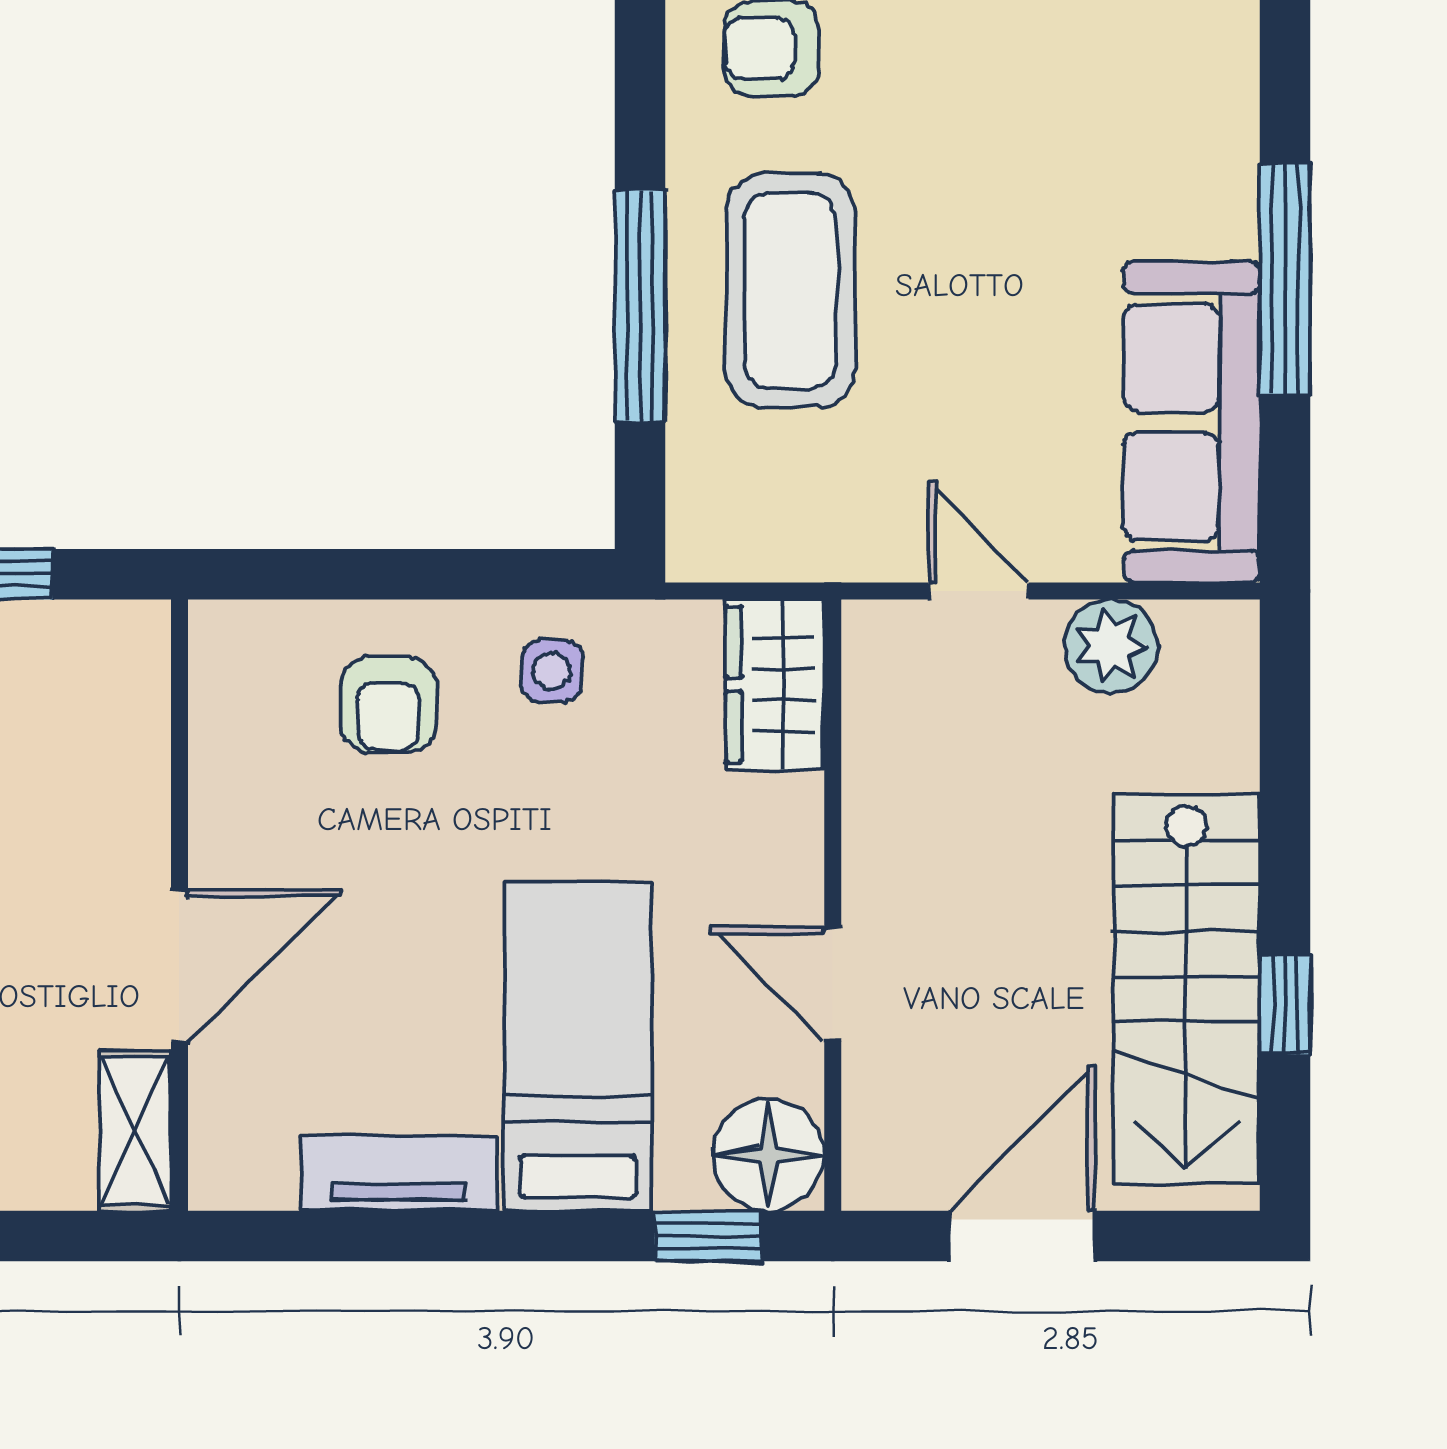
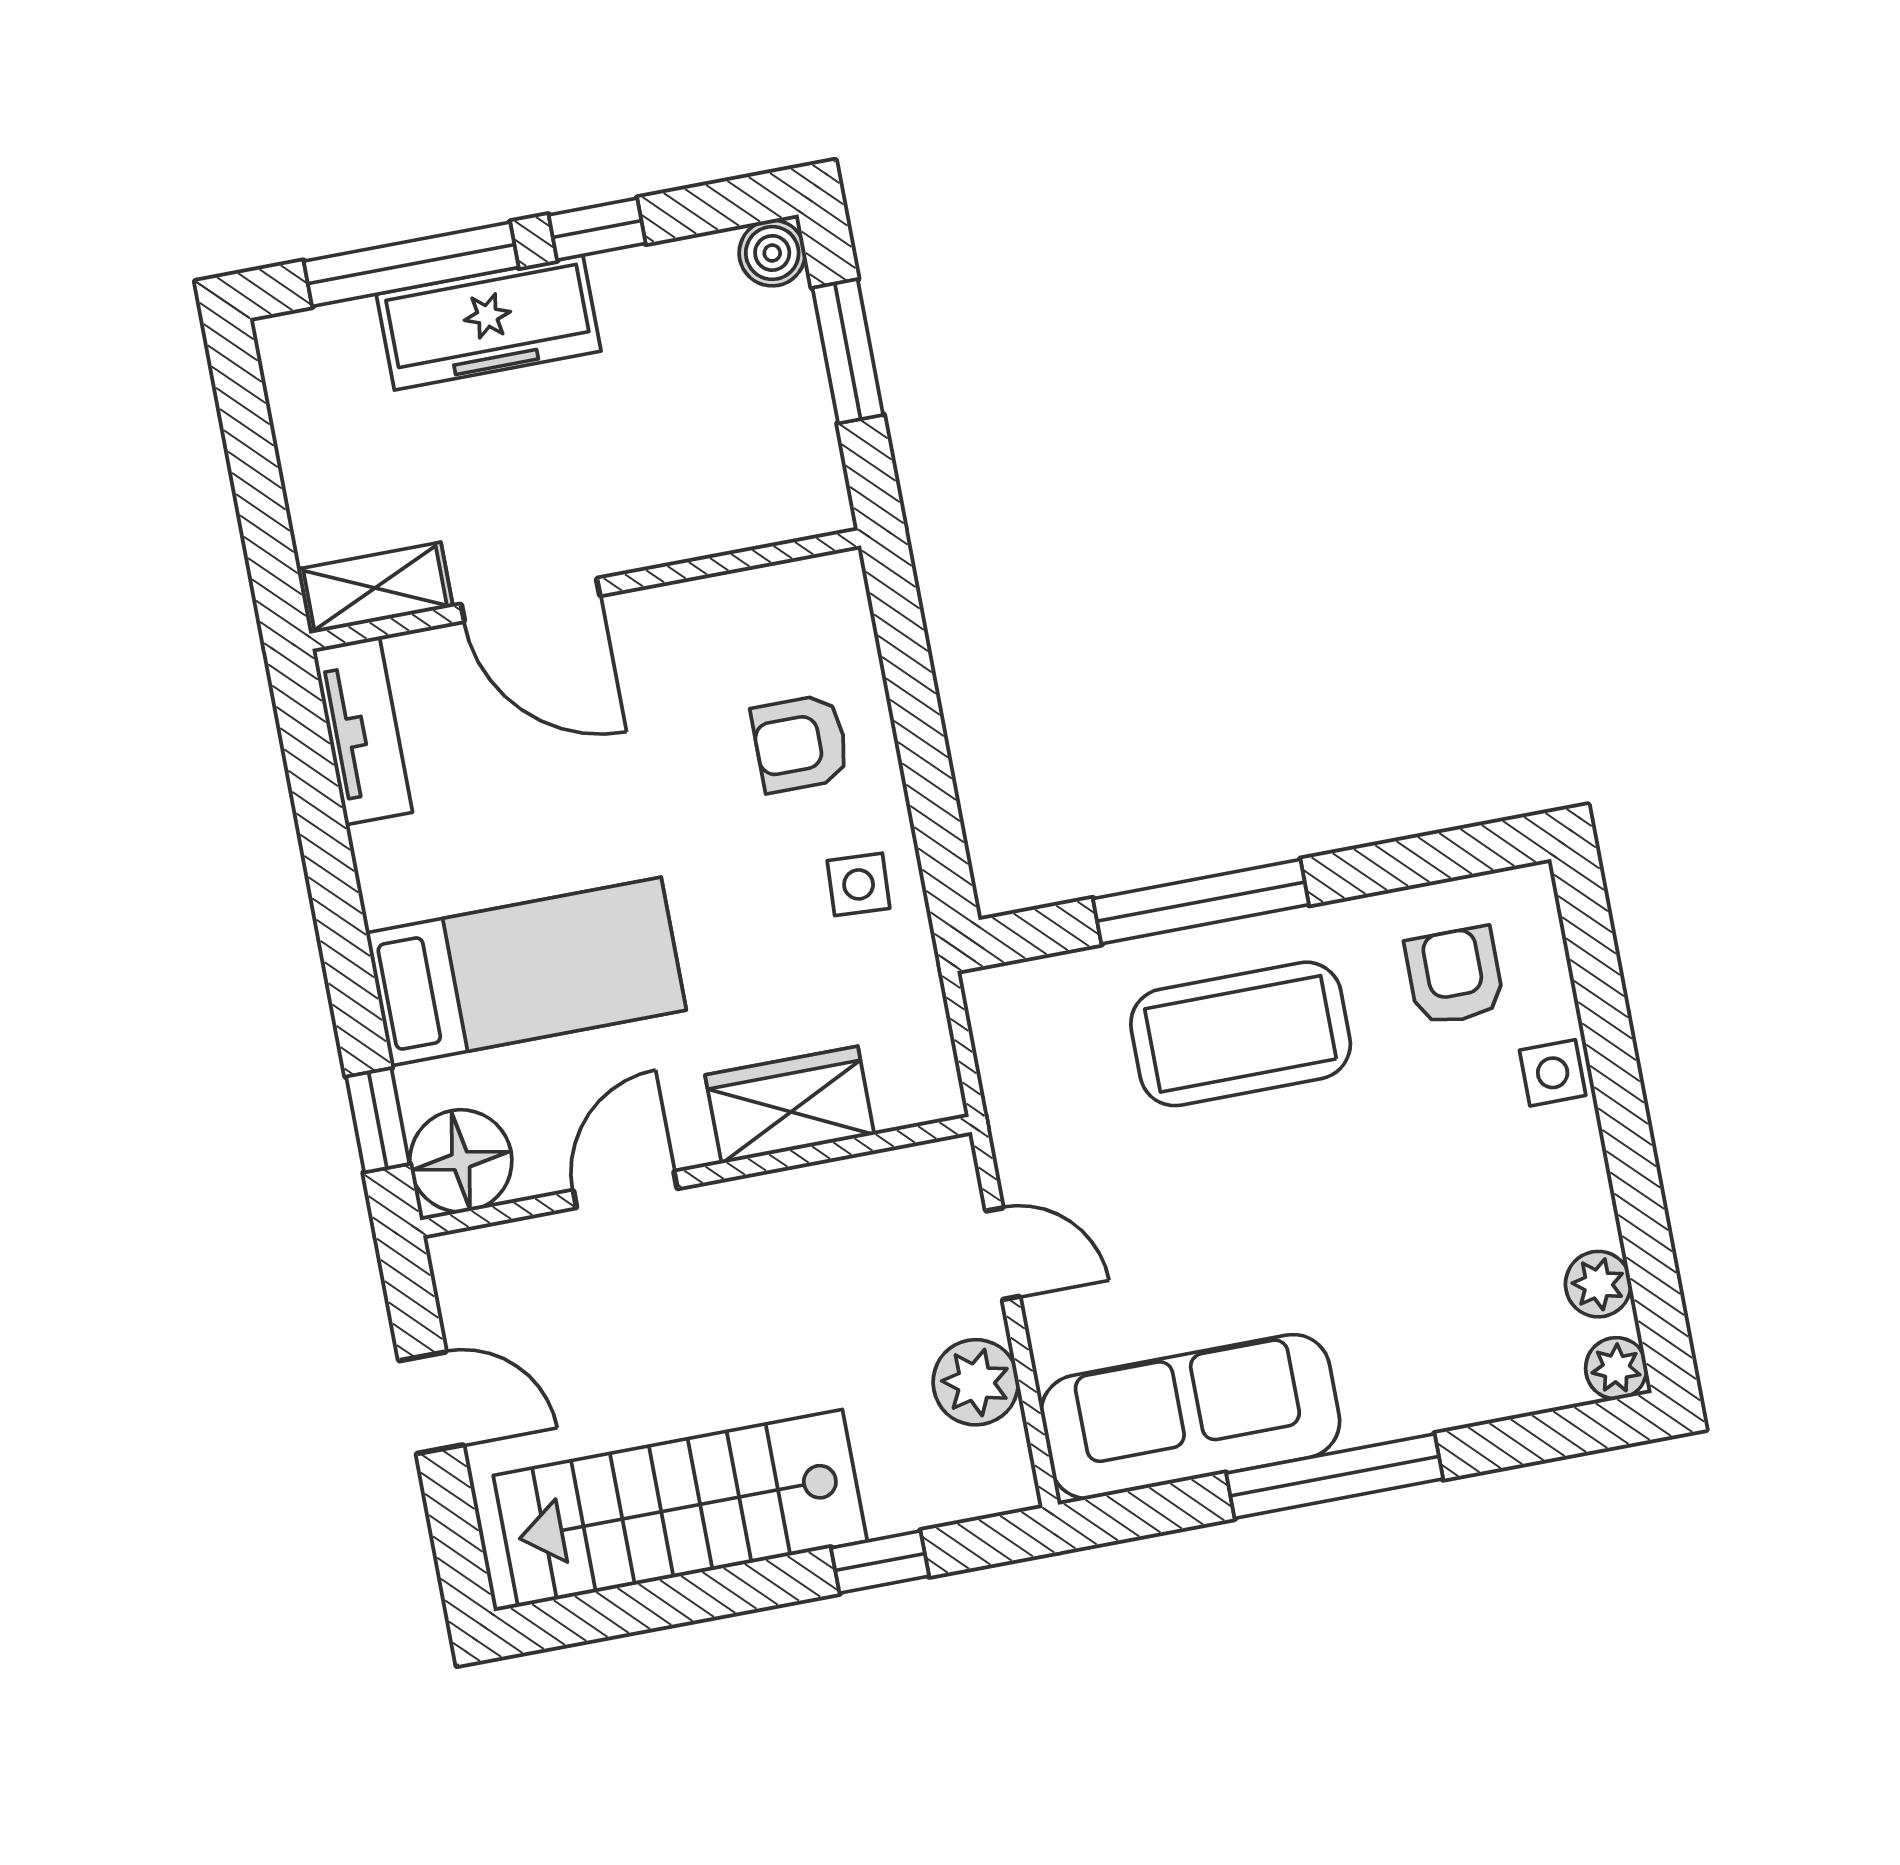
door: (978, 591) -> (1003, 1254), hinge flipped
wardrobe: (775, 684) -> (790, 1105), moved
window: (1285, 1004) -> (880, 1562), moved
tv unit: (399, 1173) -> (362, 731), moved
door: (1023, 1236) -> (431, 1403), width x0.73

